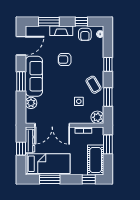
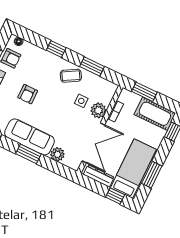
plant: (97, 117) -> (98, 110), moved
window: (21, 149) -> (115, 196), moved

